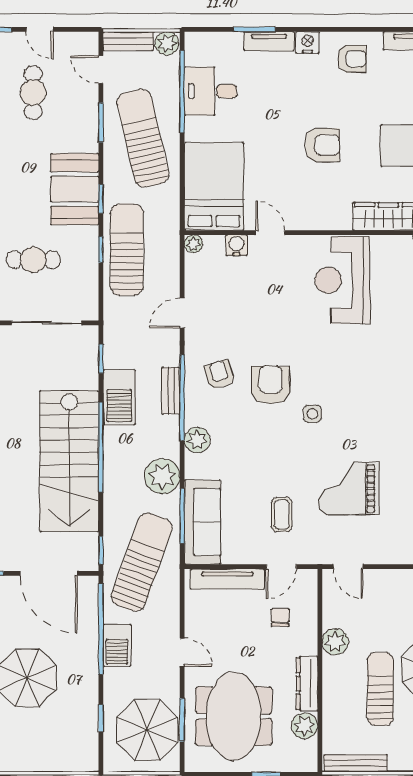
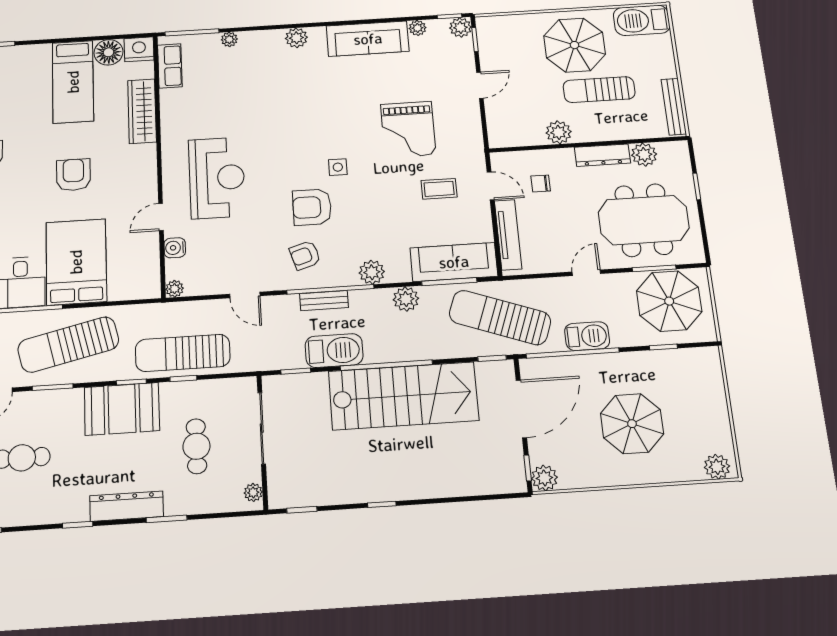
bed: (214, 186) -> (76, 262), moved, turned 90
reception desk: (342, 280) -> (217, 178), moved, turned -90
plant: (162, 476) -> (406, 299), width x0.73, depth x0.73
door: (348, 567) -> (480, 85), moved

